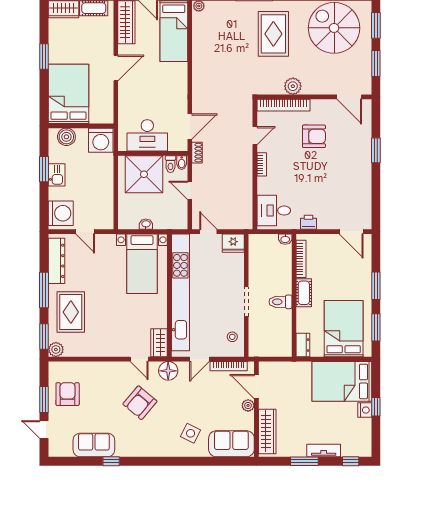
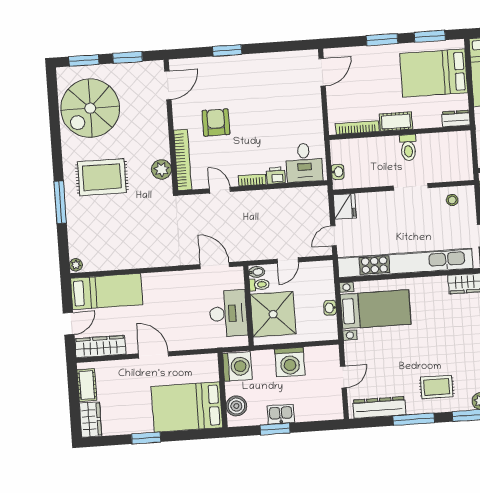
plant: (293, 86) -> (162, 169), moved
shoe rack: (197, 153) -> (244, 255), removed
washing machine: (61, 213) -> (290, 362), moved, turned 180
printer: (309, 222) -> (276, 176), moved, turned 90
washbasin: (285, 239) -> (338, 172), moved
rug: (71, 312) -> (437, 387), width x0.73, depth x0.70

